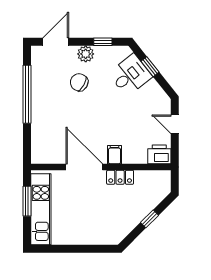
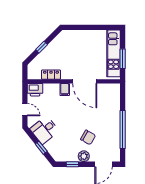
desk: (130, 75) -> (45, 130), moved
locker: (120, 177) -> (51, 75), moved

